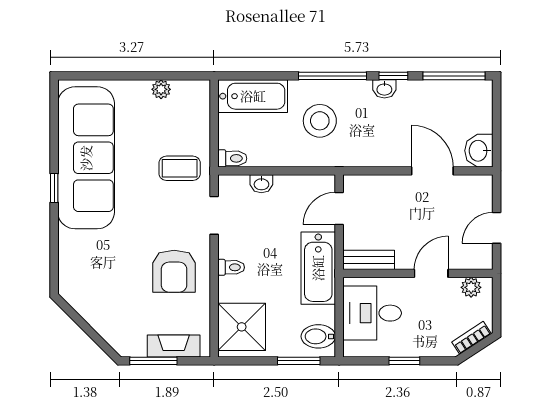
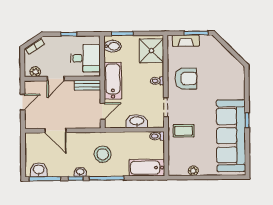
stool: (320, 121) -> (103, 154), moved
washbasin: (479, 151) -> (39, 170), moved, turned -90
washbasin: (261, 184) -> (137, 121), width x1.91, depth x1.45
armchair: (174, 271) -> (186, 79), turned 90

